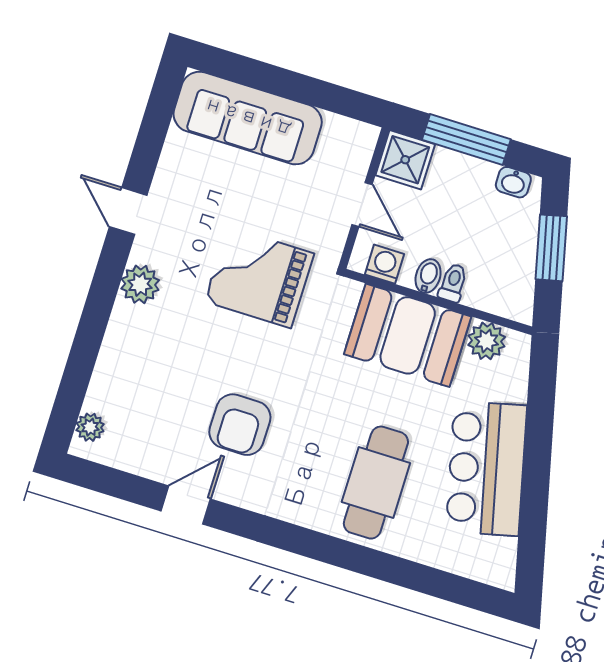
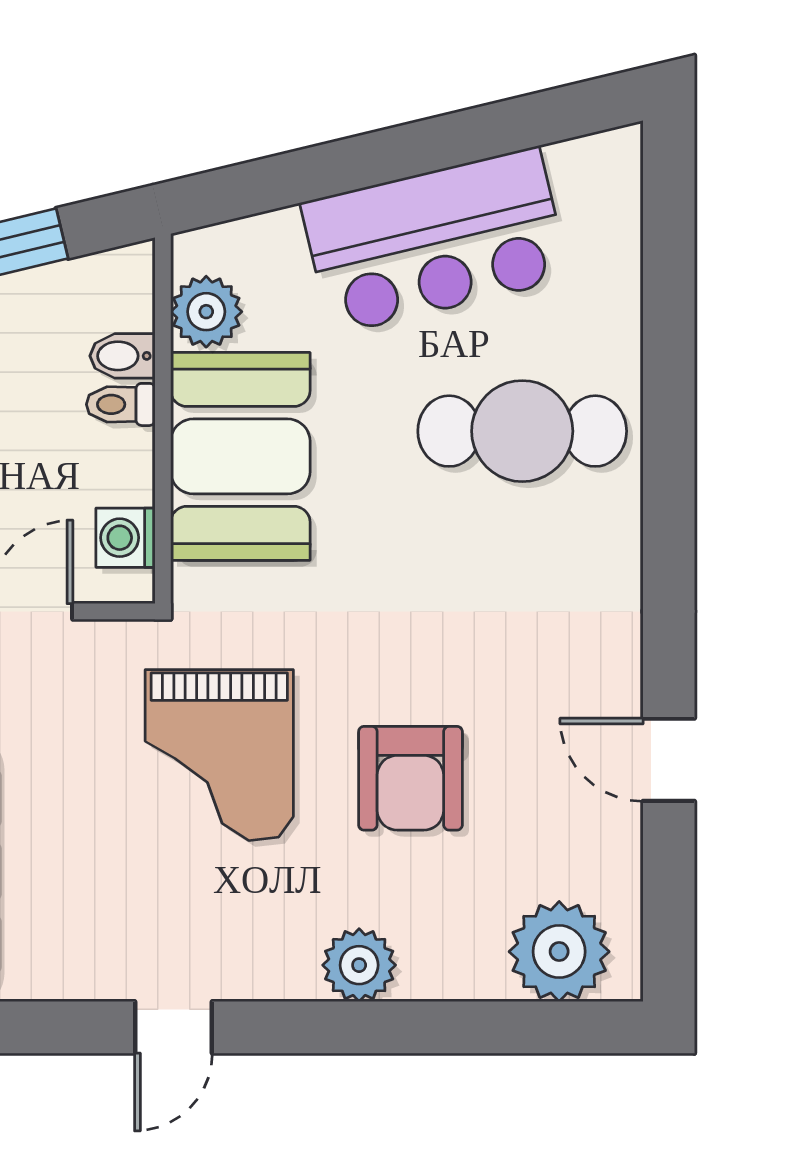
bidet: (428, 276) -> (123, 356), moved
plant: (140, 284) -> (359, 965), moved
armchair: (240, 425) -> (410, 778), moved, turned 90
plant: (90, 427) -> (559, 952), width x1.88, depth x1.88

